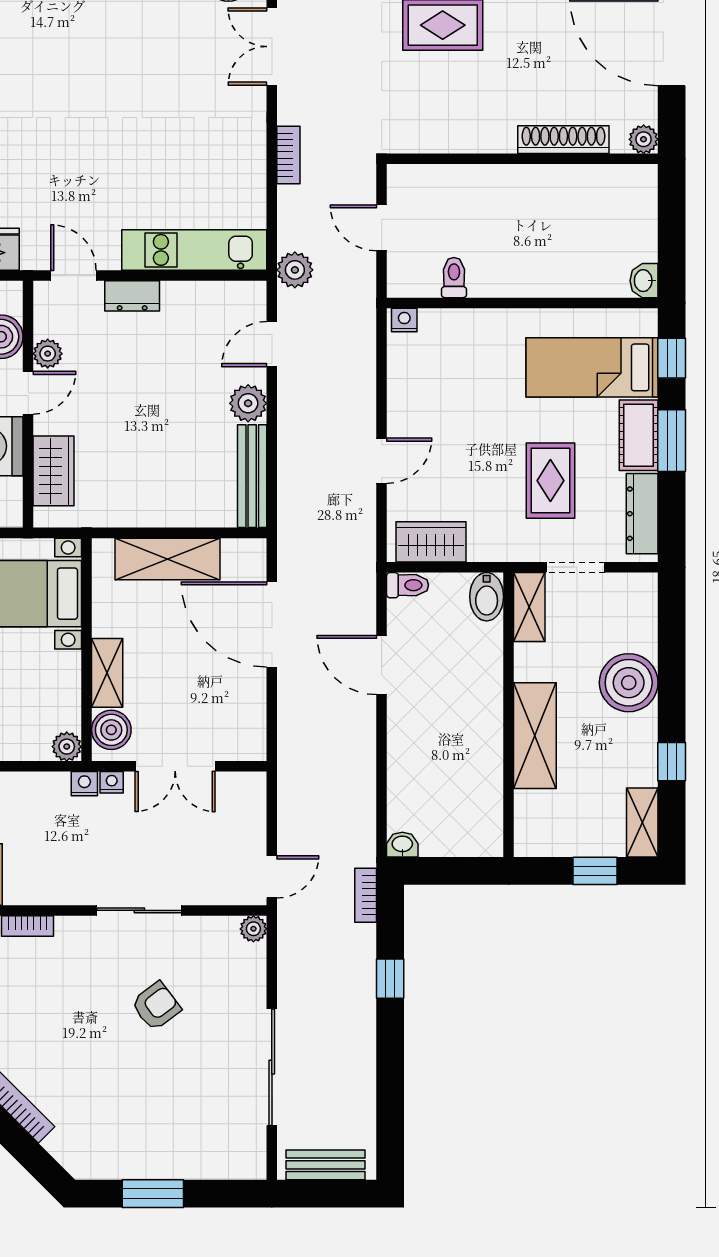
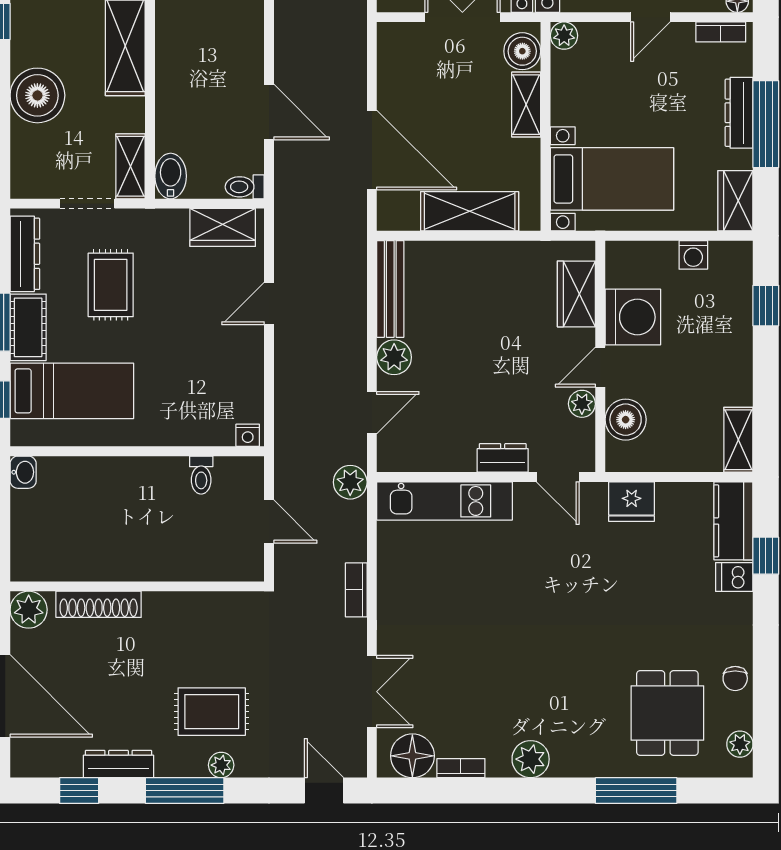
plant: (644, 139) -> (29, 610), width x1.38, depth x1.38

